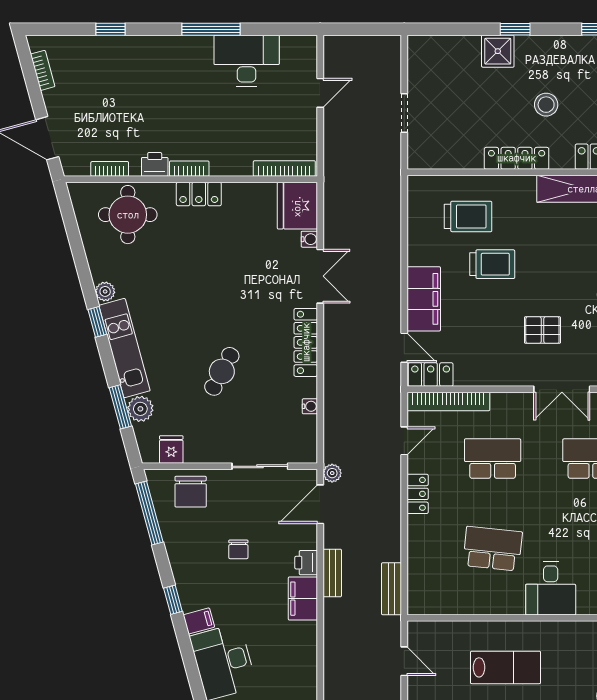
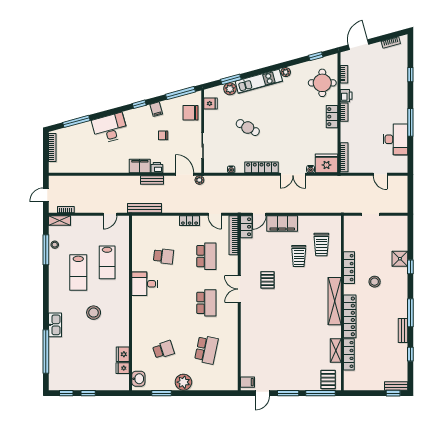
window: (97, 322) -> (316, 56), moved
school desk: (493, 549) -> (164, 256), width x0.54
bench: (391, 589) -> (144, 208), width x1.36
filing cabinet: (199, 621) -> (156, 109), moved

